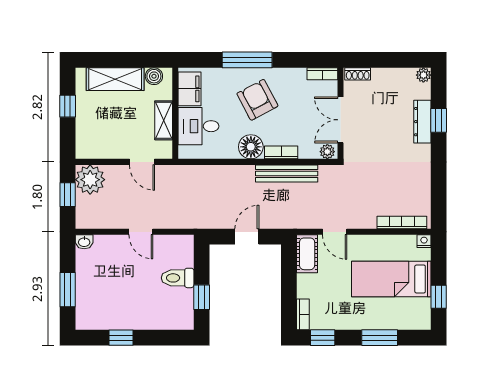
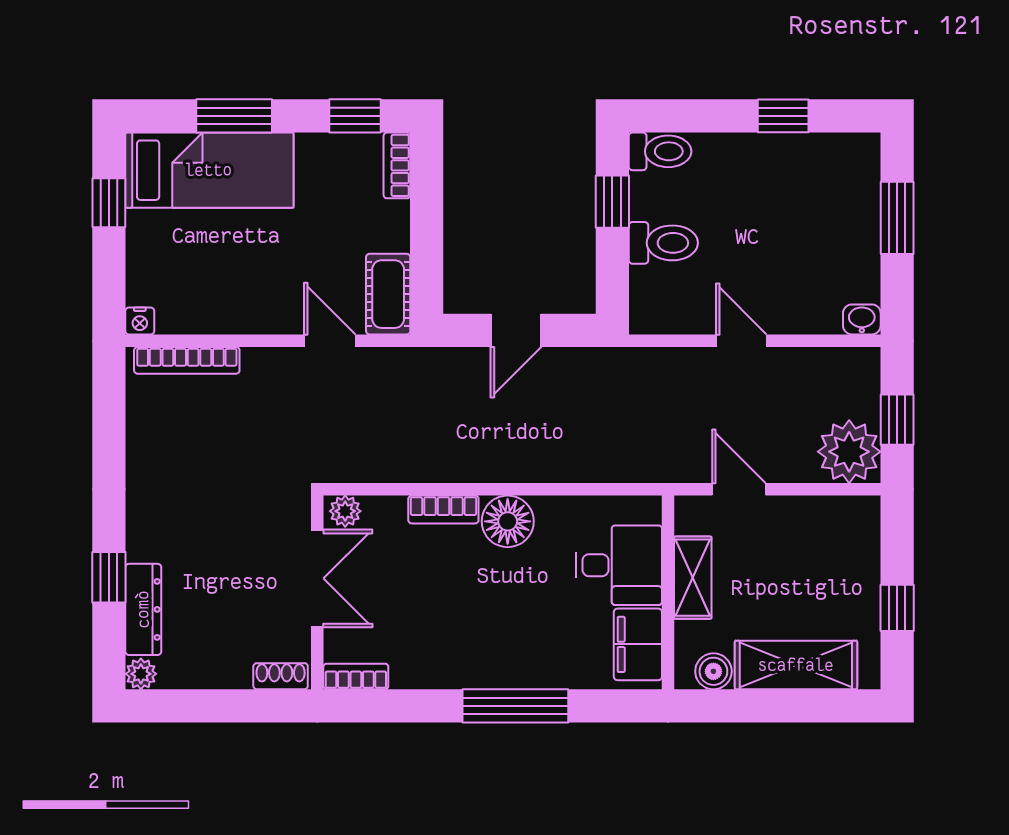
armchair: (257, 100) -> (494, 621), removed
dresser: (422, 122) -> (143, 609), moved
bench: (287, 173) -> (432, 465), removed
bed: (391, 279) -> (209, 170), moved
toilet: (179, 321) -> (660, 151), added

